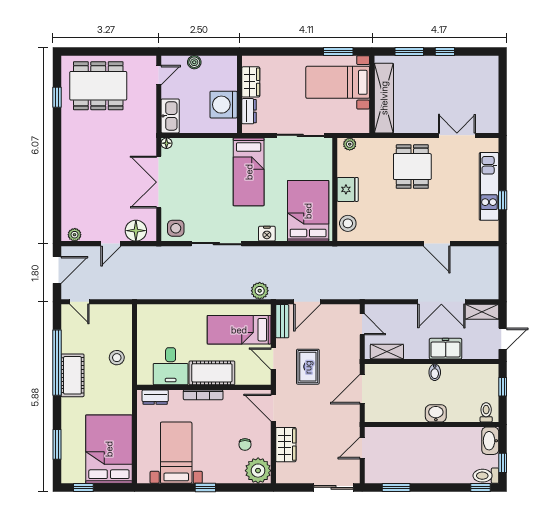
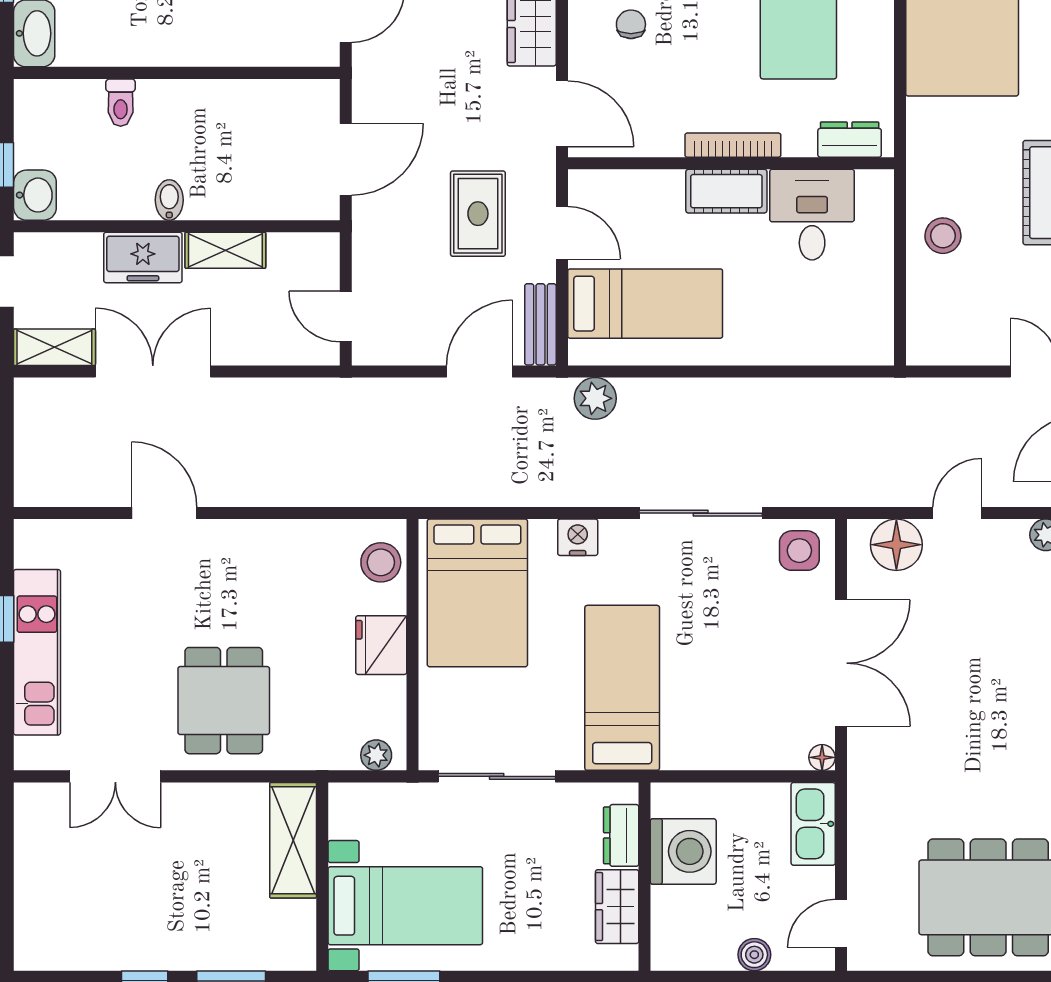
shelving: (384, 98) -> (293, 840), width x0.68
shelving: (387, 352) -> (225, 250), moved
cot: (212, 373) -> (726, 191), width x0.73, depth x0.75
toilet: (486, 412) -> (121, 103), moved
washbasin: (436, 413) -> (35, 195), moved, turned -90

